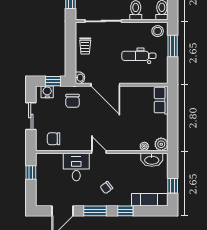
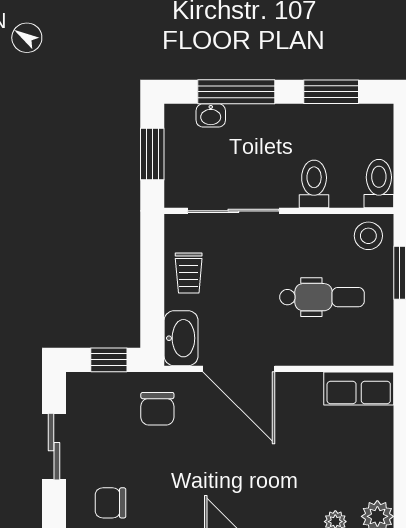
dental chair: (139, 56) -> (322, 297), turned 180
washbasin: (80, 78) -> (181, 338), width x1.91, depth x1.45
water cooler: (47, 92) -> (94, 386), removed
row of seats: (161, 100) -> (359, 388), moved, turned -90

